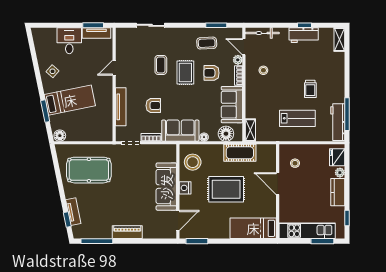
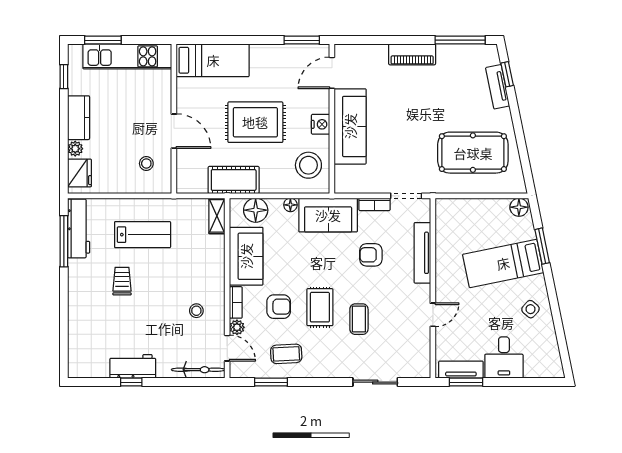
shelving: (339, 39) -> (76, 359), removed
lab bench: (297, 118) -> (143, 235), turned 180

